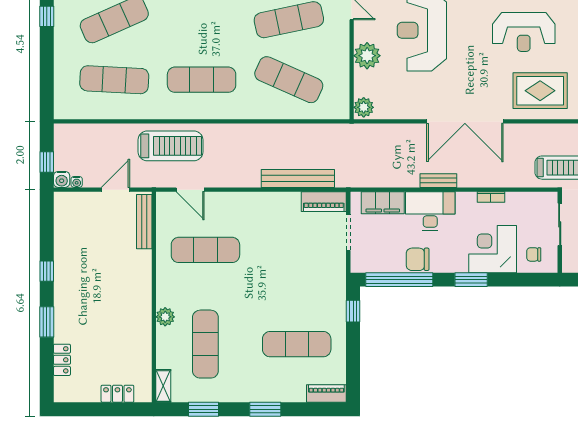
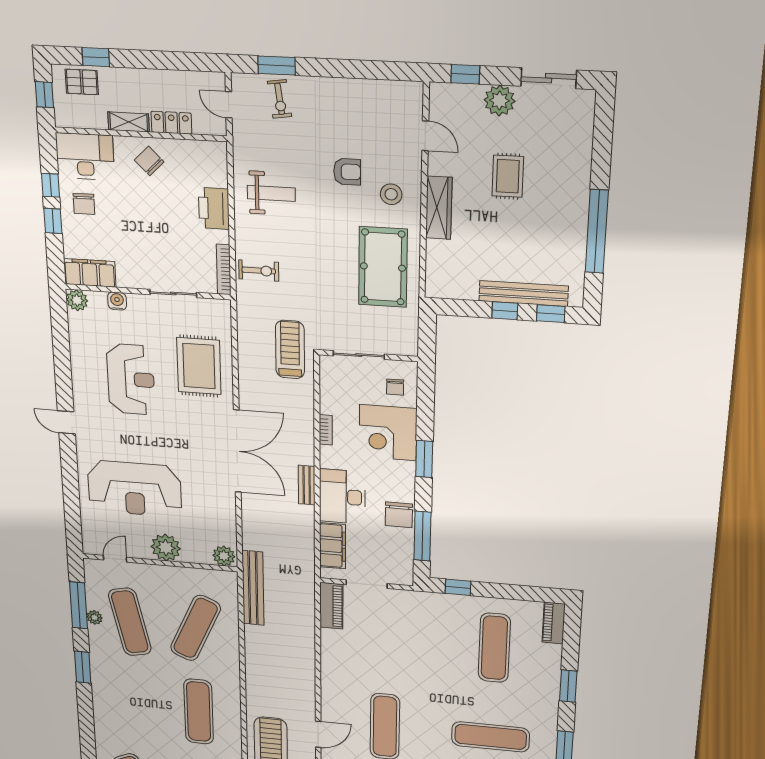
bench: (298, 178) -> (253, 588), moved
window: (399, 280) -> (422, 536), width x0.68

